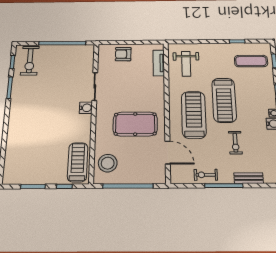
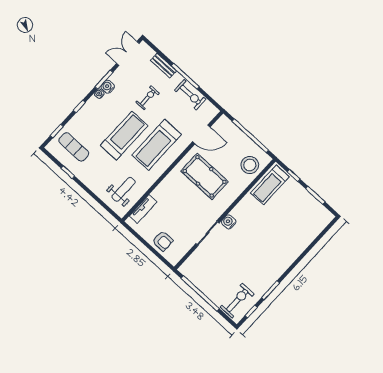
door: (168, 152) -> (201, 134), swing flipped
exercise bike: (206, 175) -> (190, 95), width x1.38, depth x1.39

